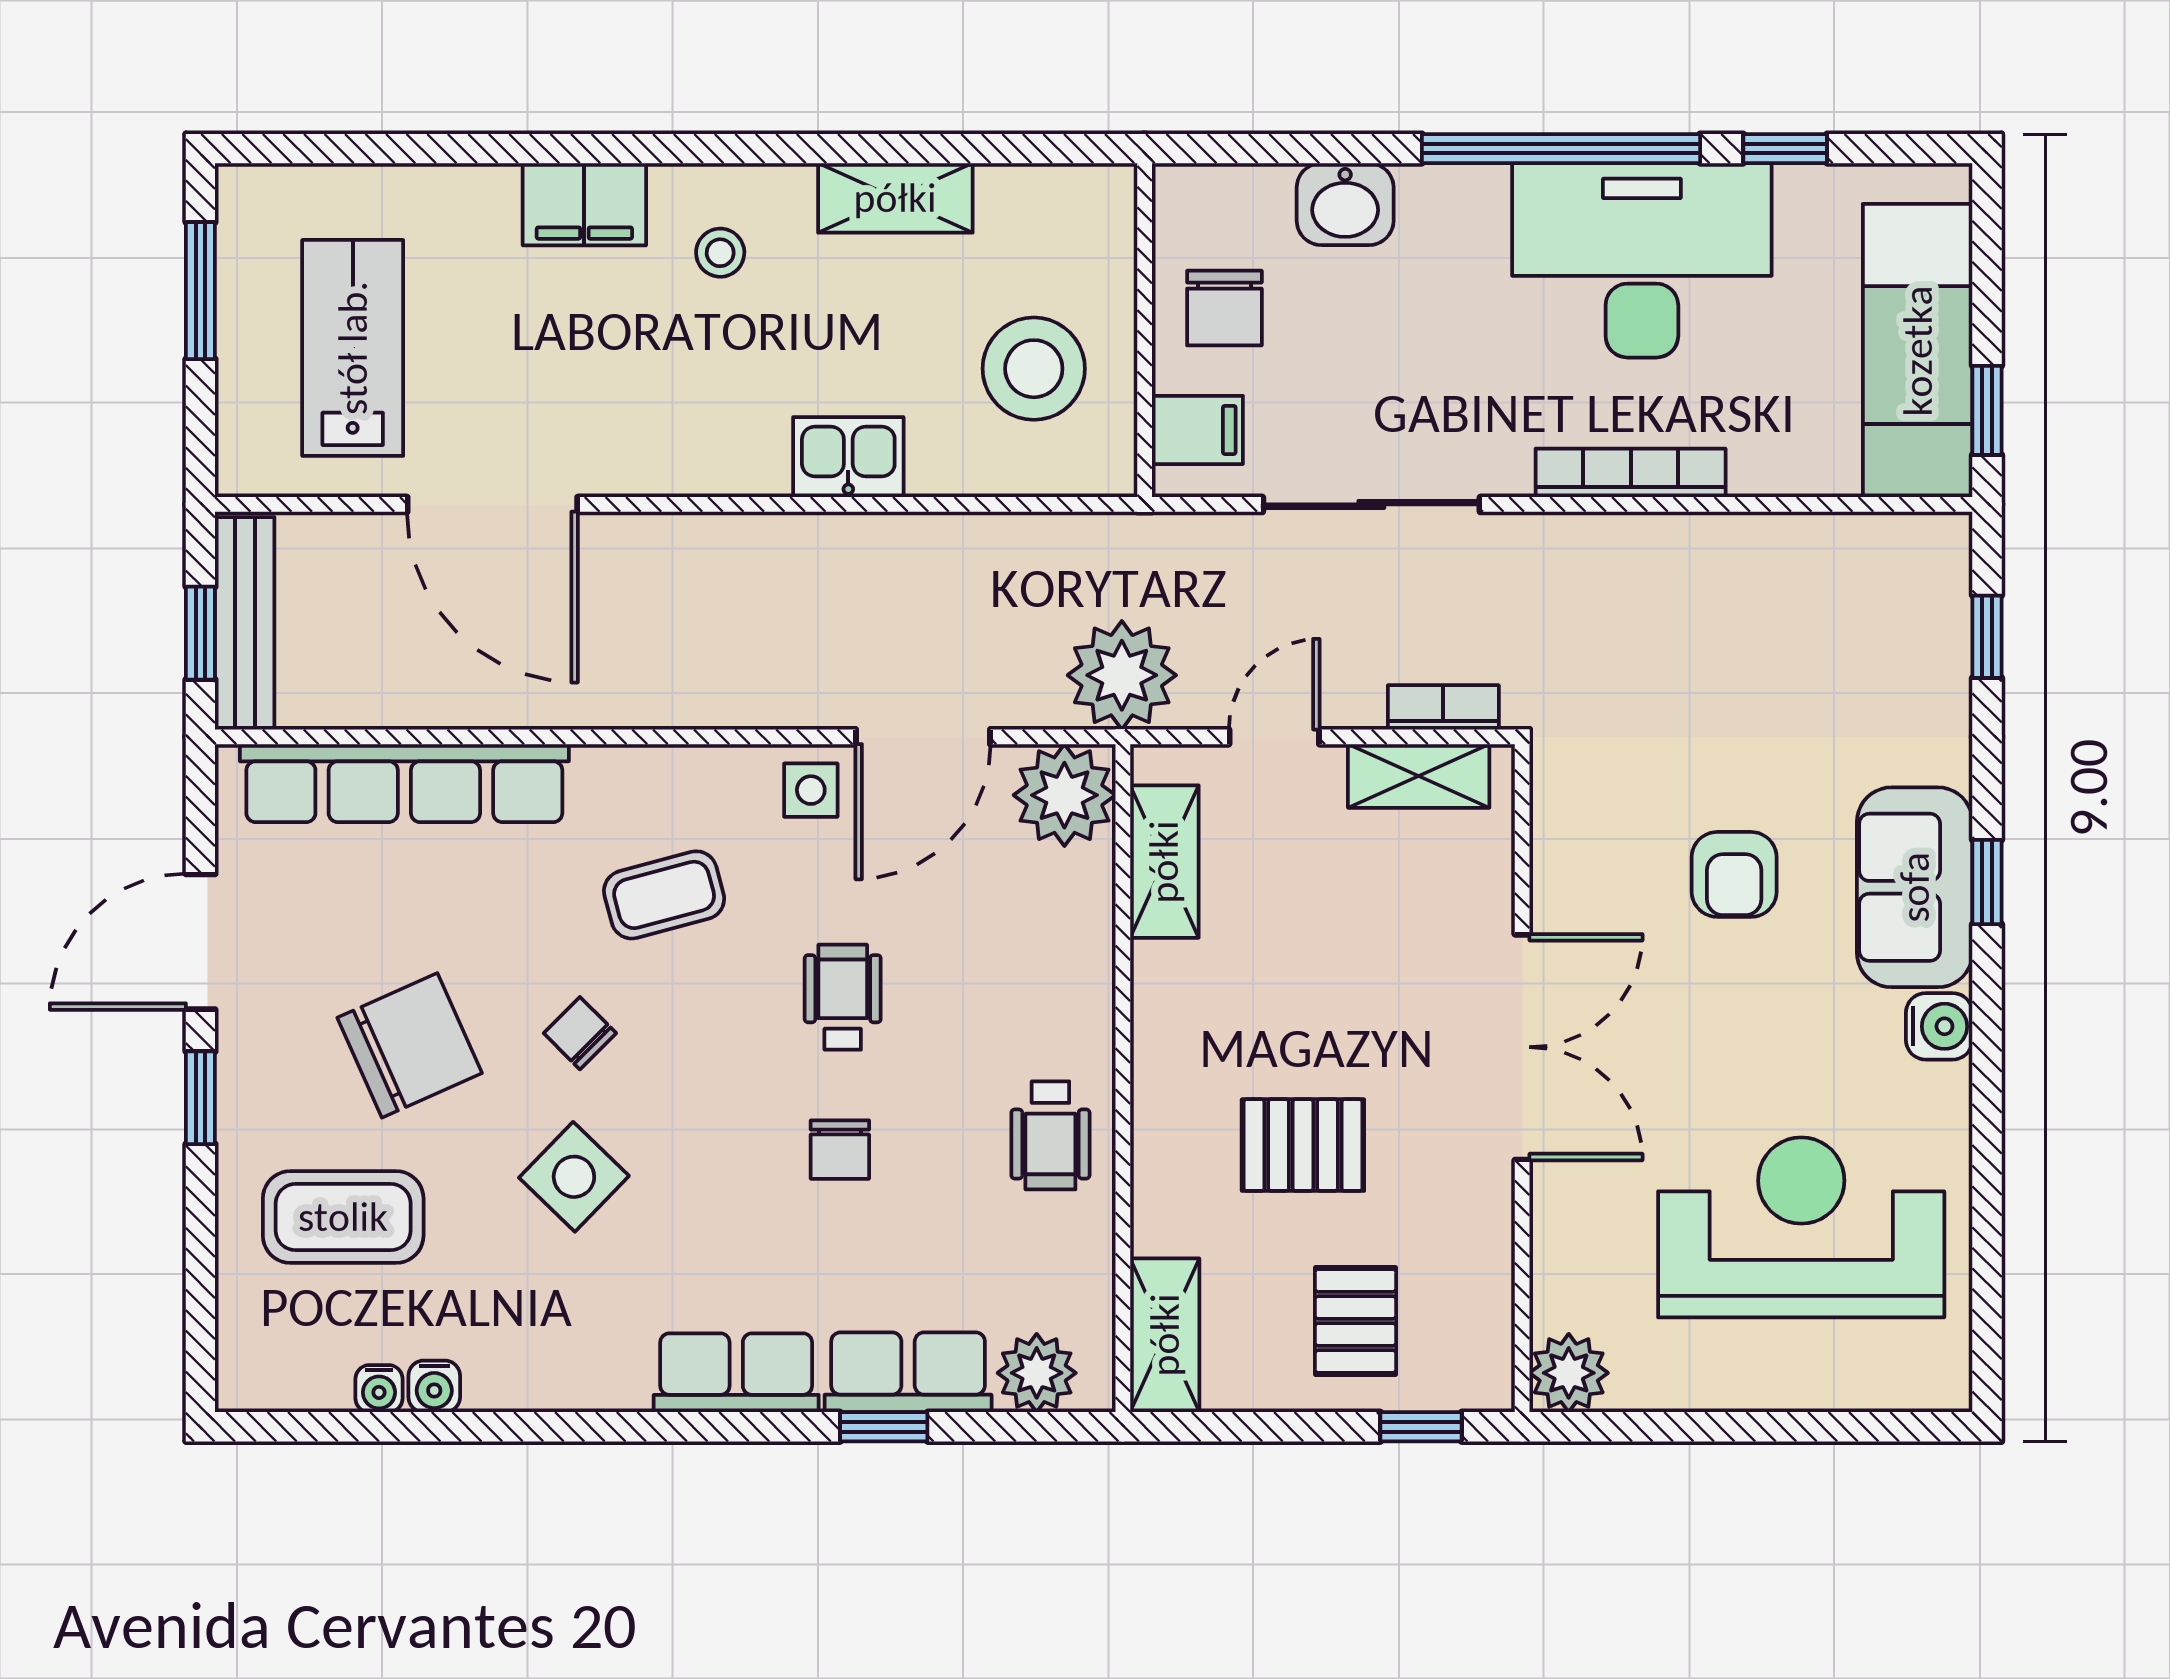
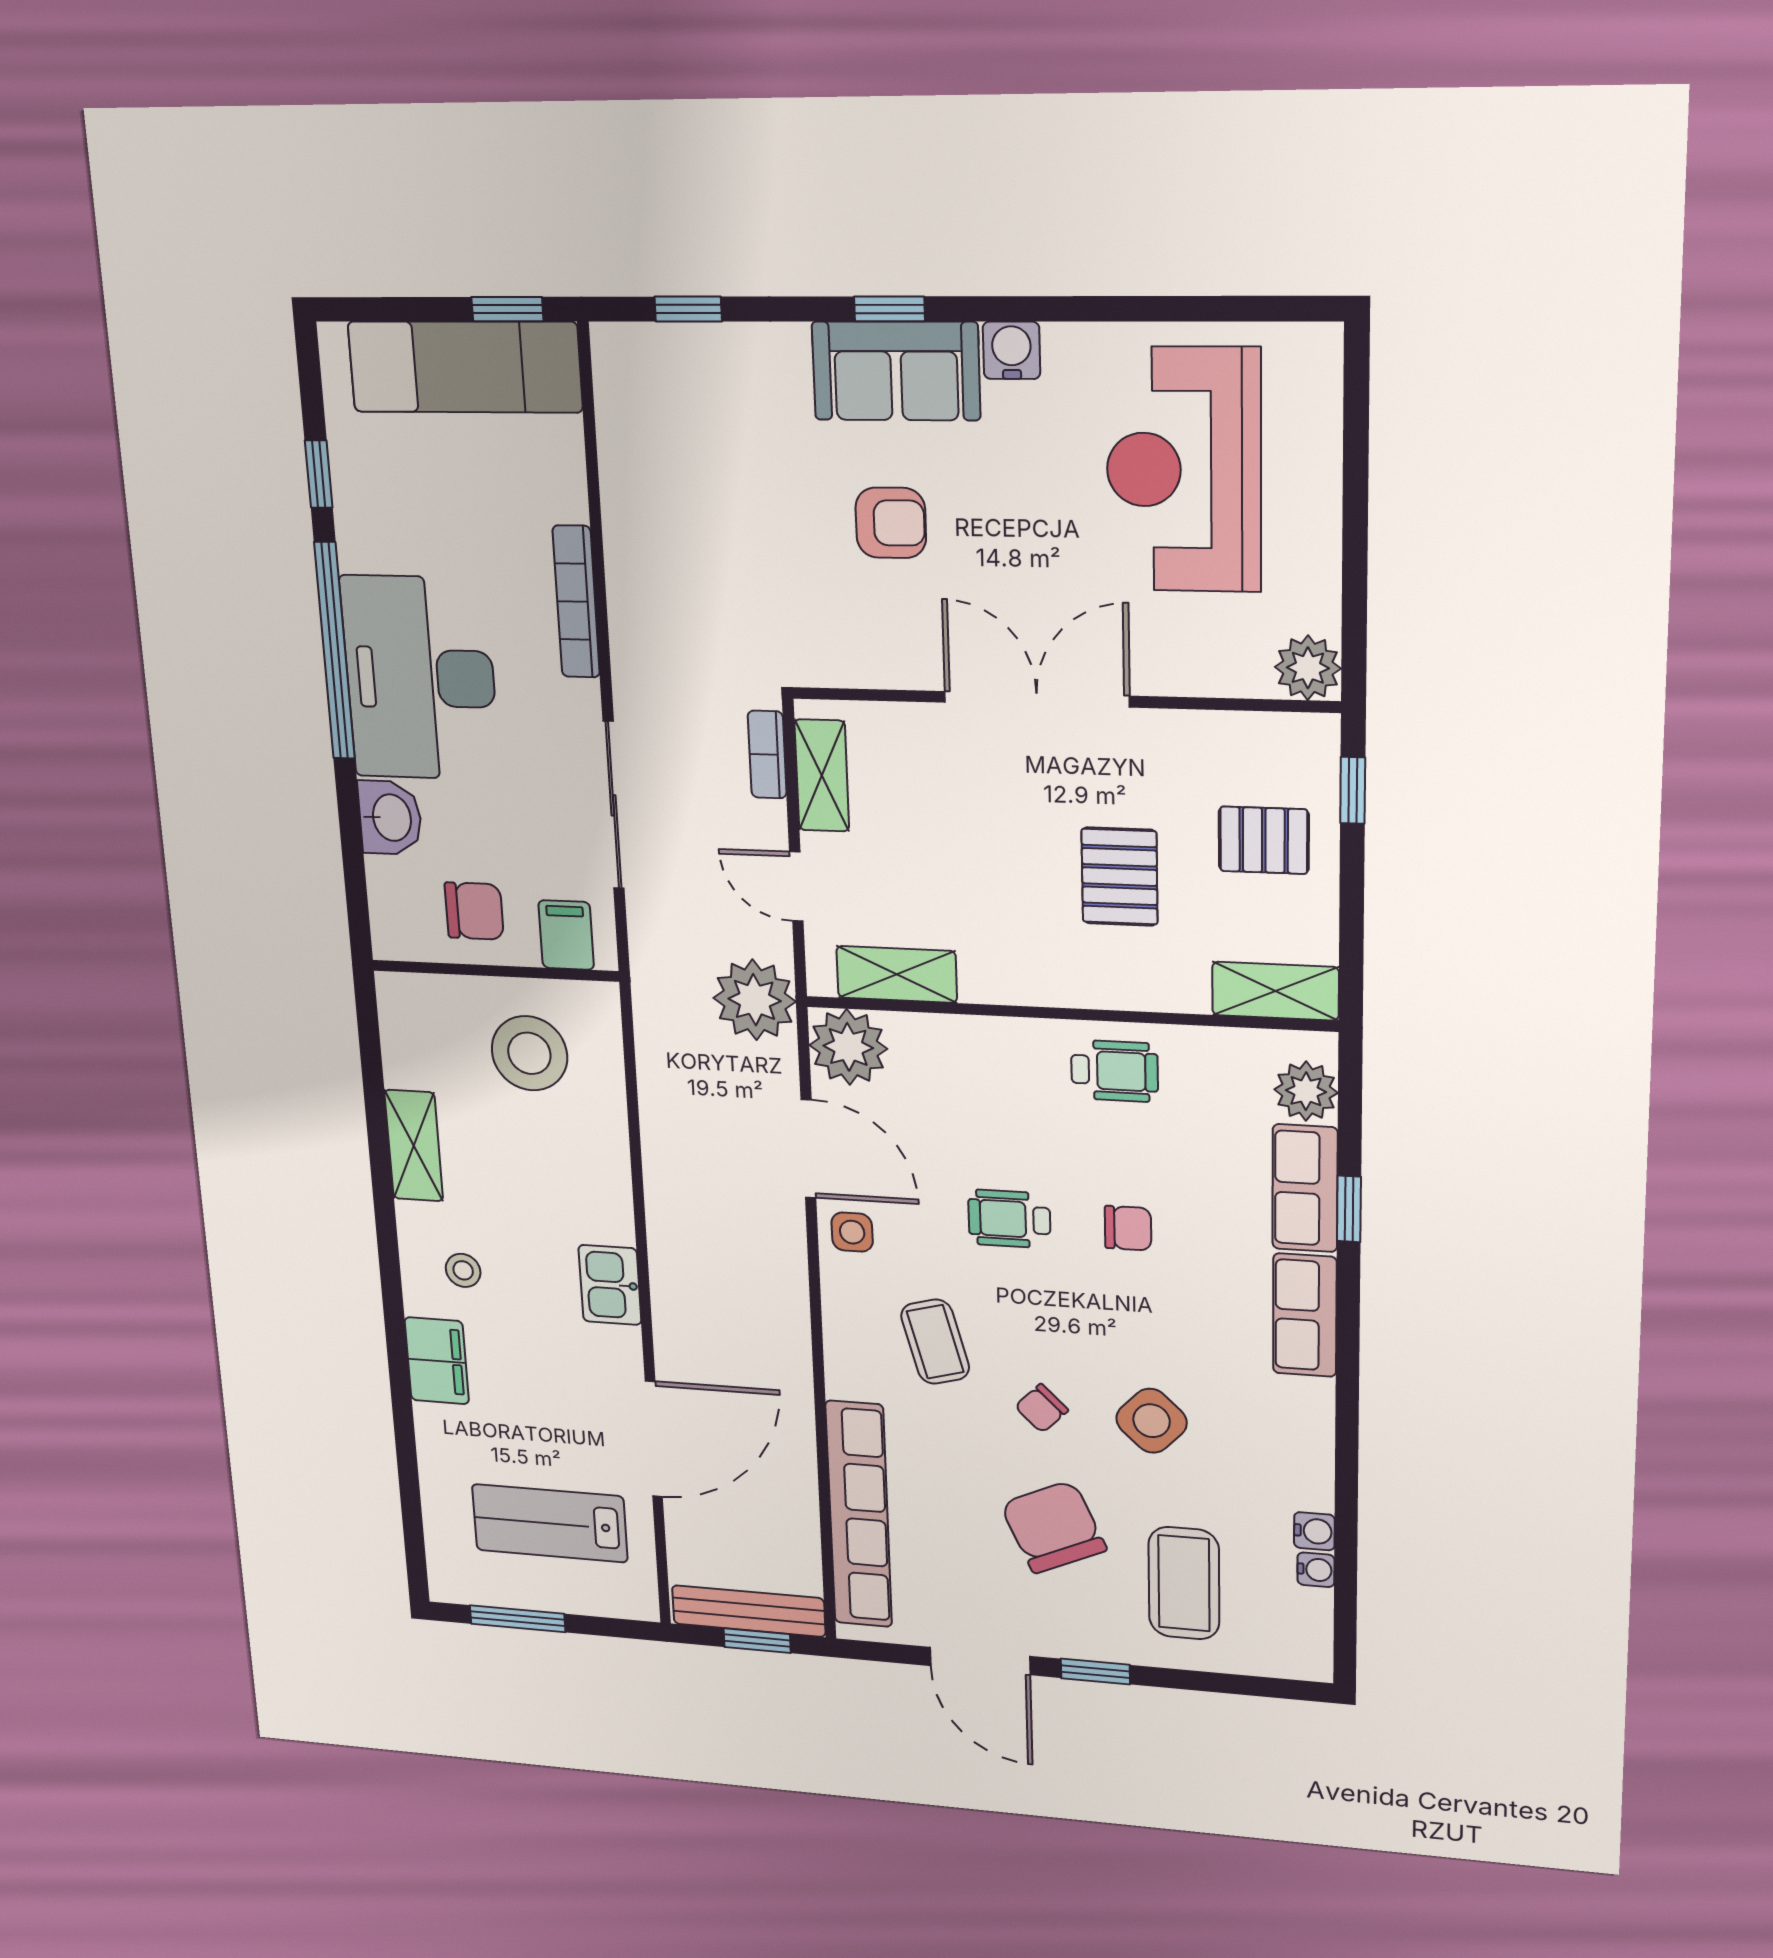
desk: (1642, 260) -> (420, 678), moved
kitchen sink: (848, 457) -> (610, 1285), moved

